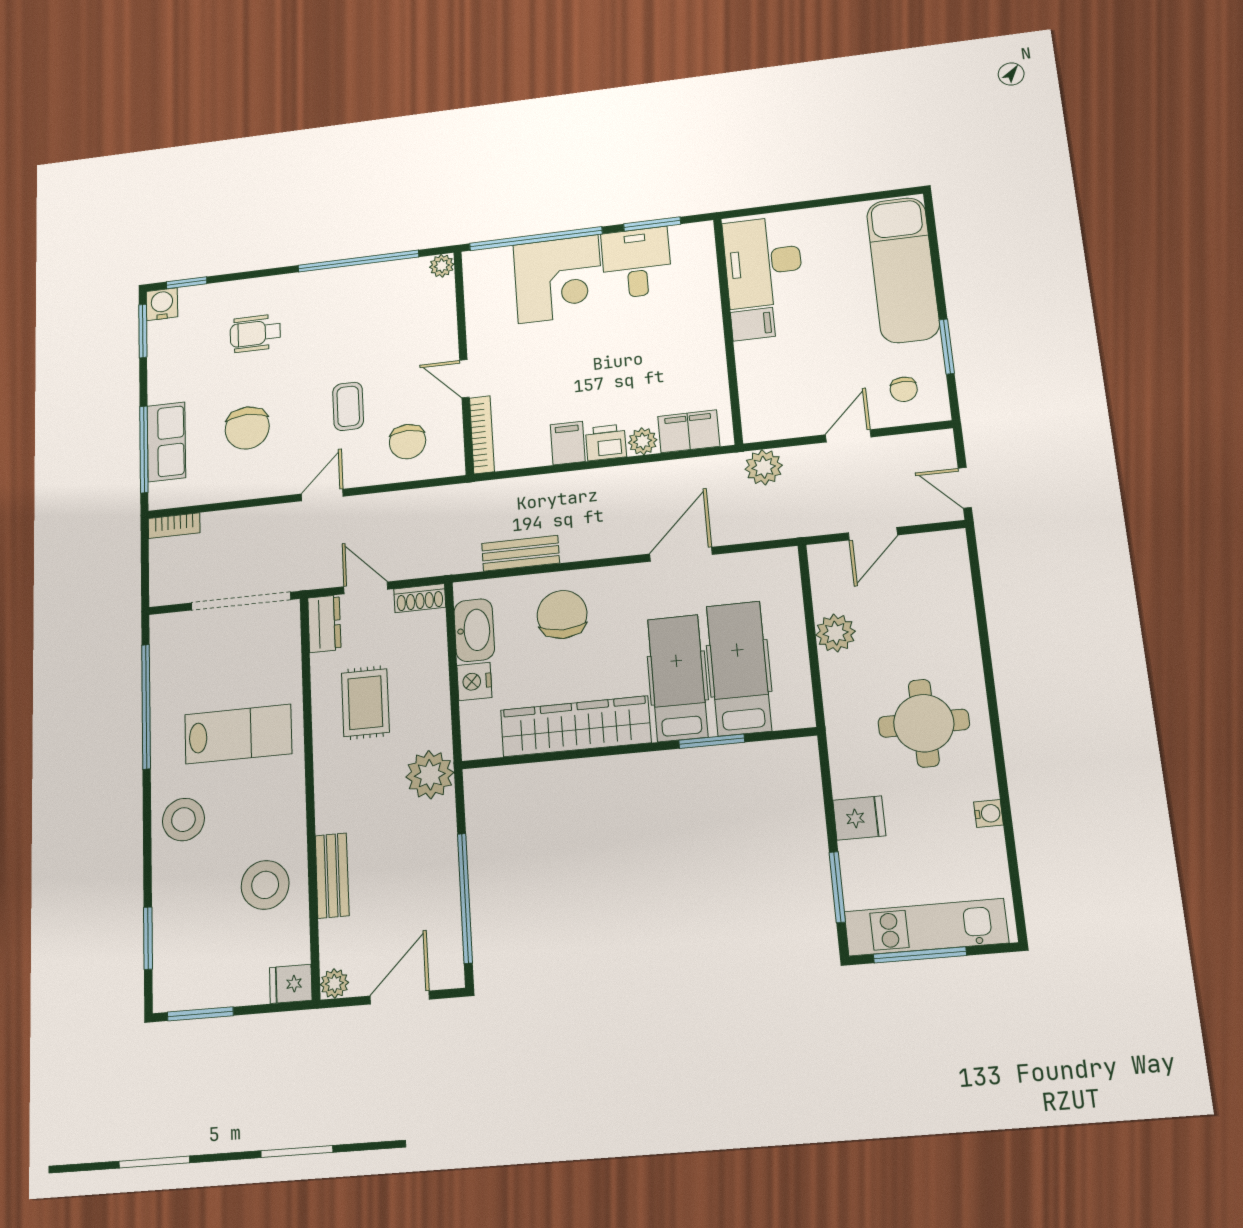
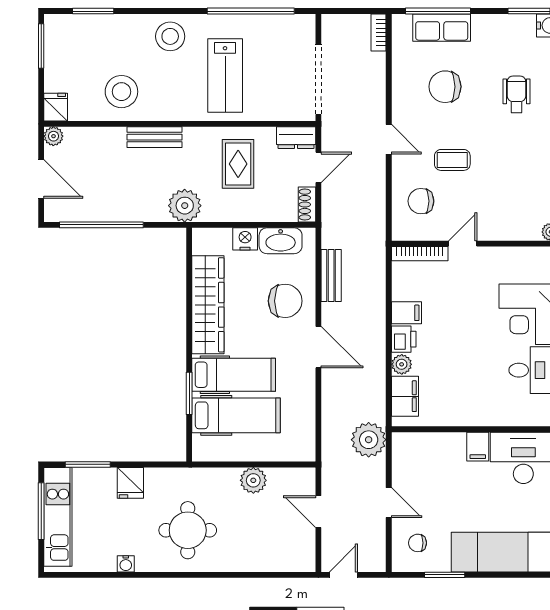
plant: (764, 467) -> (369, 440), width x1.36, depth x1.36
door: (681, 554) -> (318, 347), moved
rug: (365, 703) -> (238, 164), turned 90
bench: (332, 876) -> (155, 137), moved

